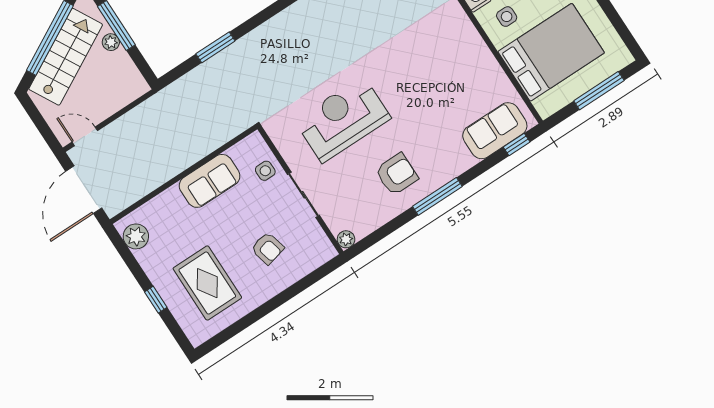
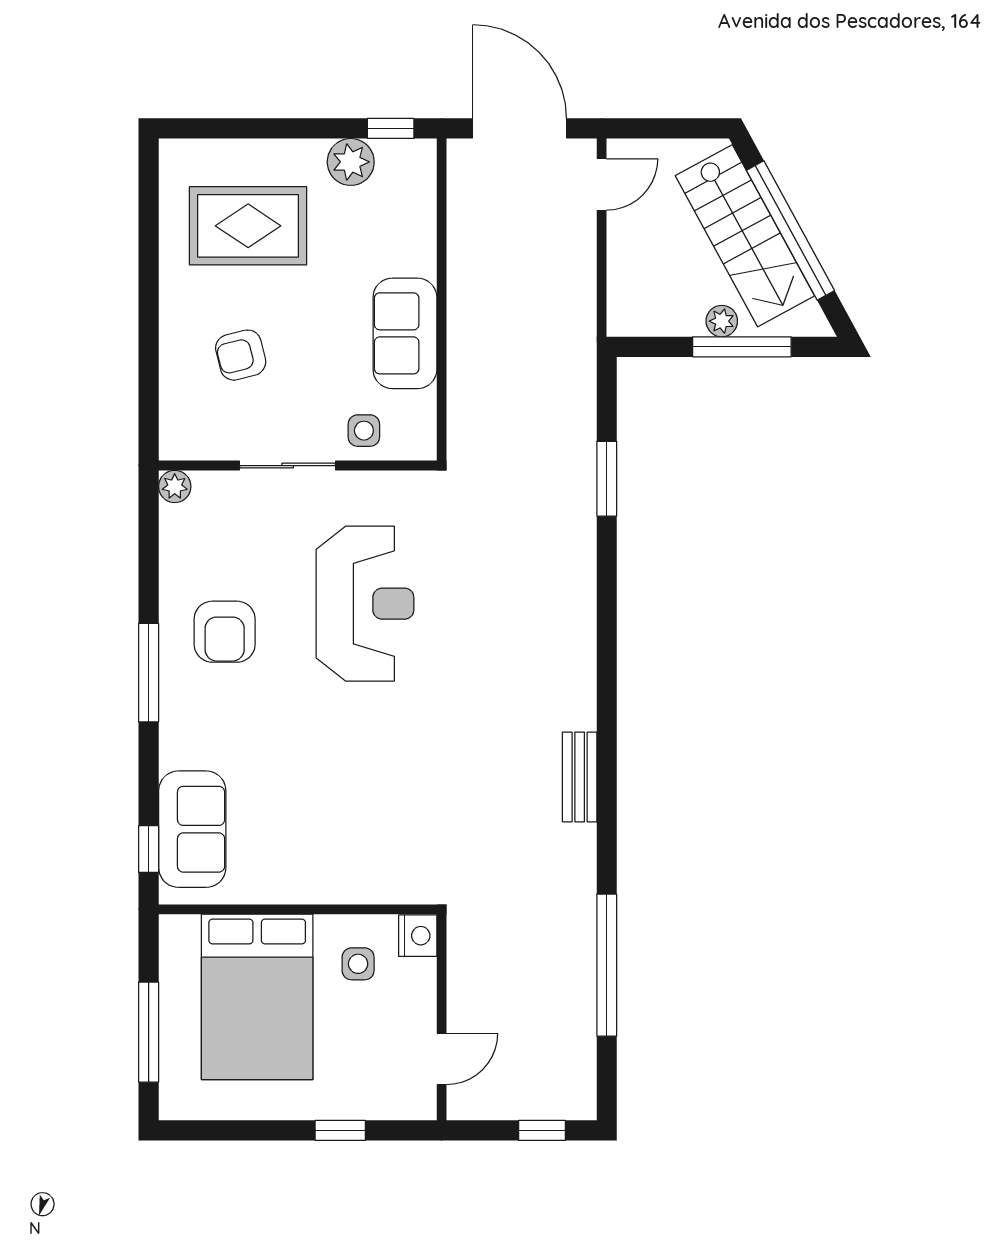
plant: (136, 236) -> (351, 162), moved
window: (156, 300) -> (391, 128), moved

